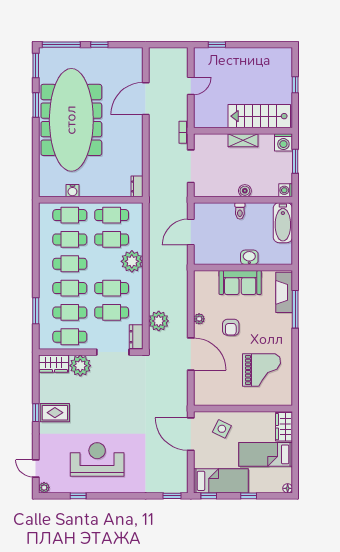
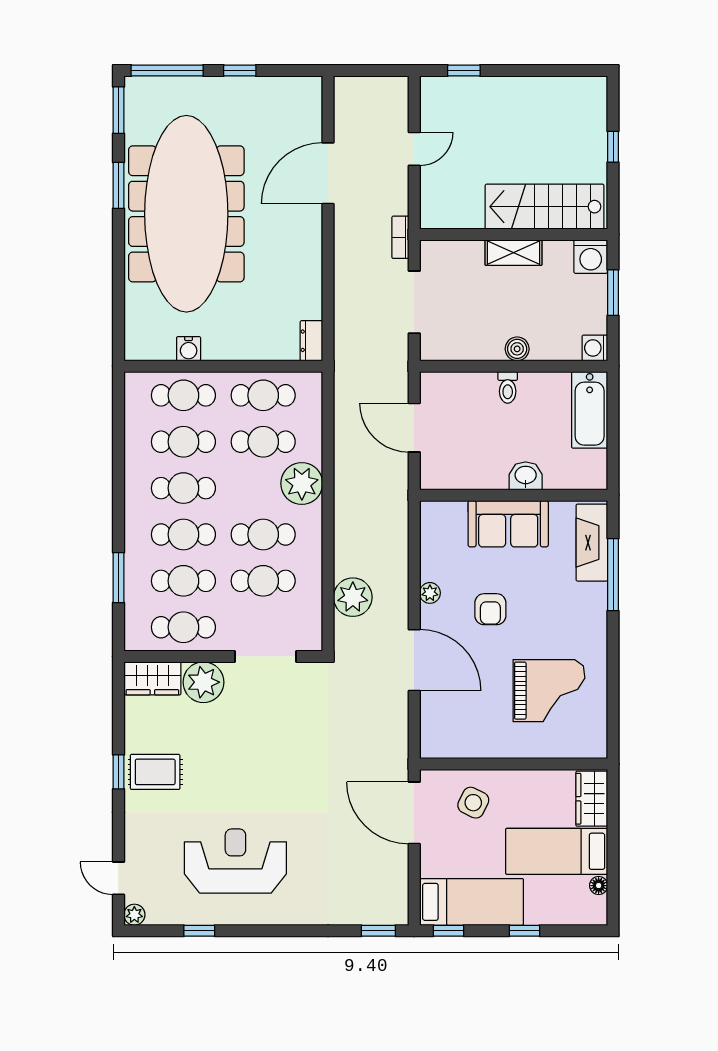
door: (191, 232) -> (414, 428), hinge flipped
dresser: (136, 337) -> (310, 627), removed
floor lamp: (288, 488) -> (599, 886), moved

